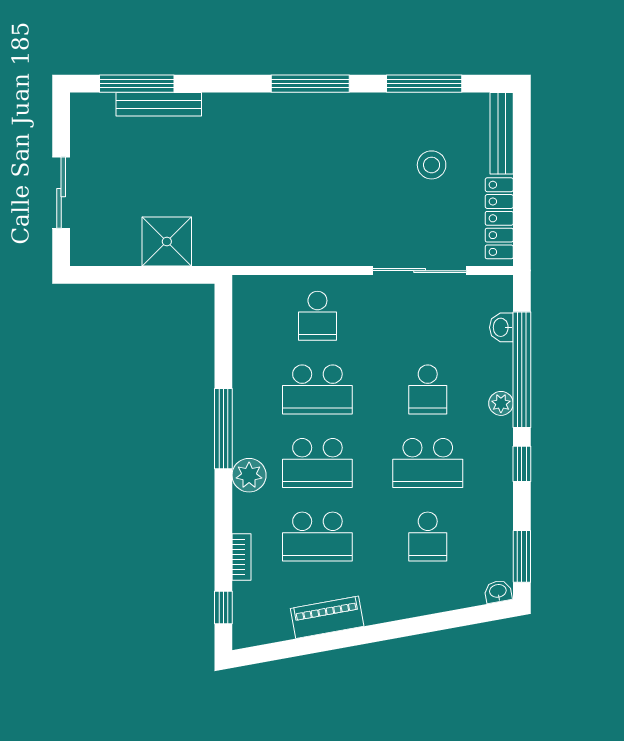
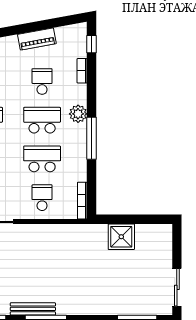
bench: (159, 104) -> (33, 309), moved
sliding door: (61, 193) -> (177, 287), moved
bookcase: (241, 310) -> (82, 201), added
school desk: (317, 537) -> (42, 81), width x0.54

